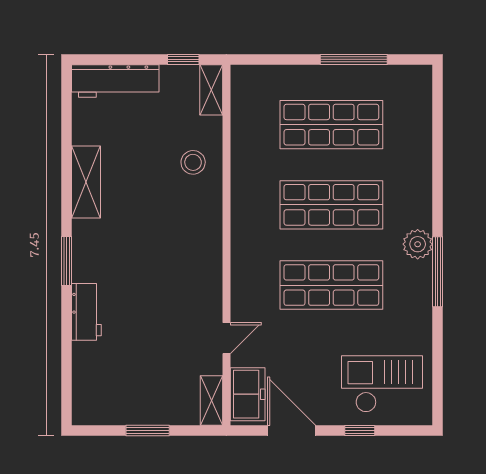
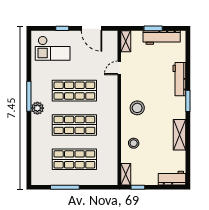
workbench: (115, 81) -> (172, 178), width x0.73
stool: (185, 245) -> (137, 108), added
workbench: (86, 312) -> (179, 79), width x1.38
freezer: (248, 394) -> (110, 44), removed
workbench: (128, 409) -> (162, 37), added

